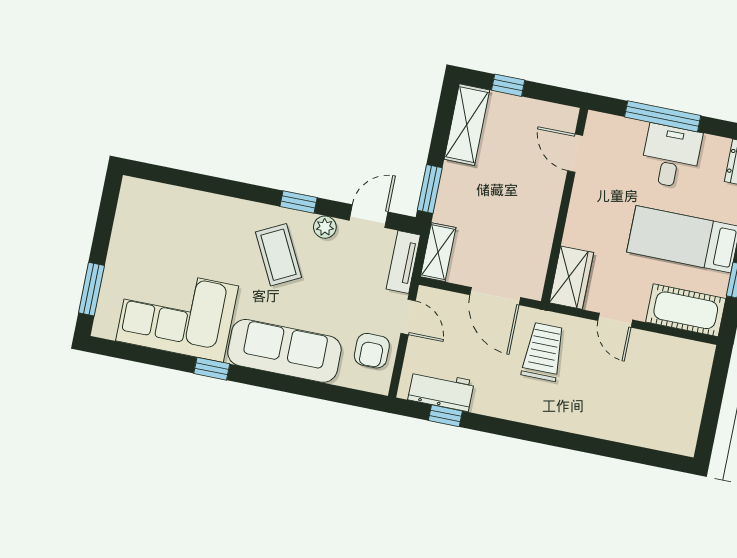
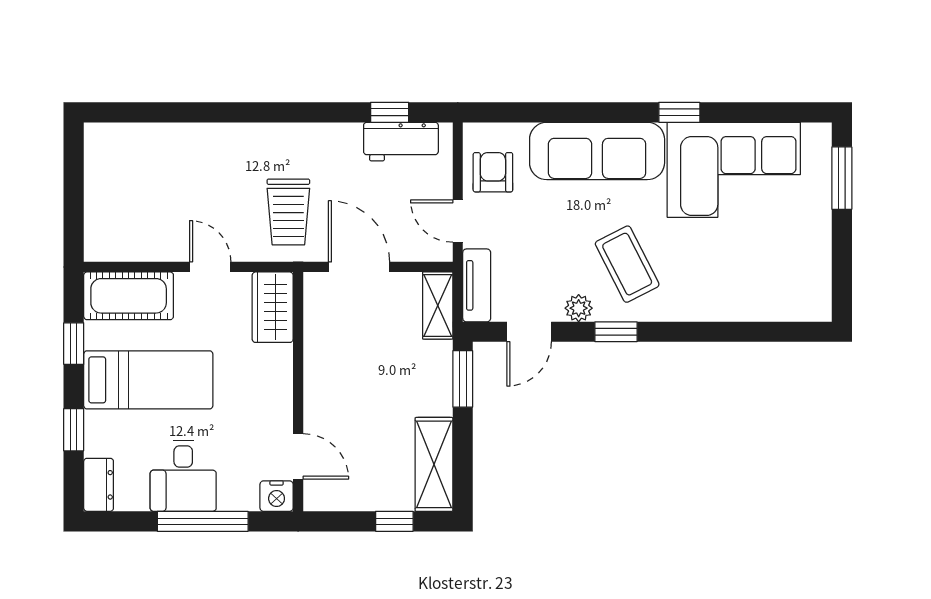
nightstand: (599, 125) -> (277, 496), added

